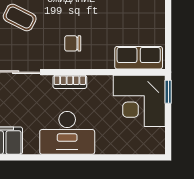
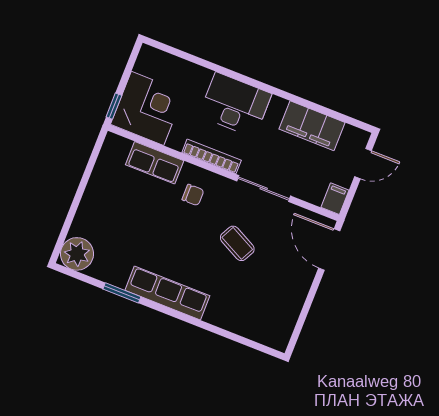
row of seats: (139, 58) -> (155, 163), moved
bookcase: (70, 82) -> (212, 156), width x1.56

